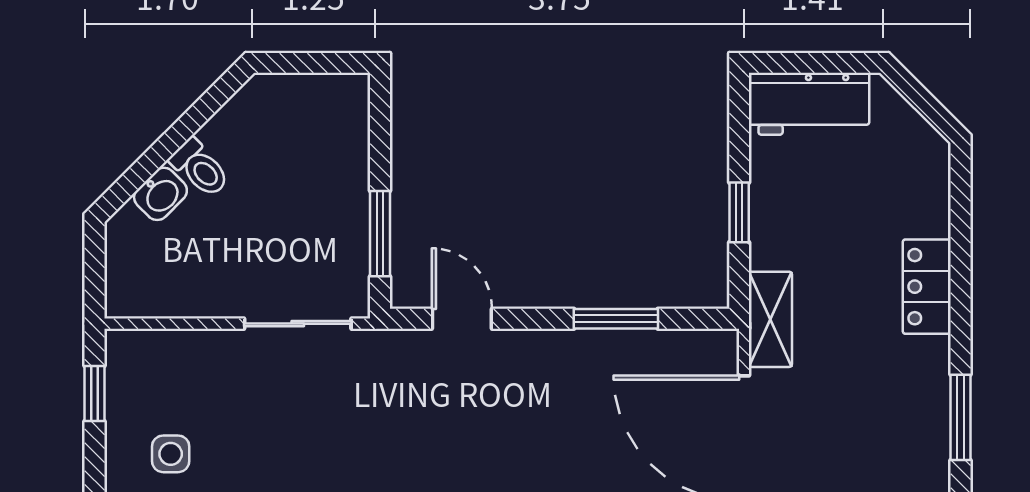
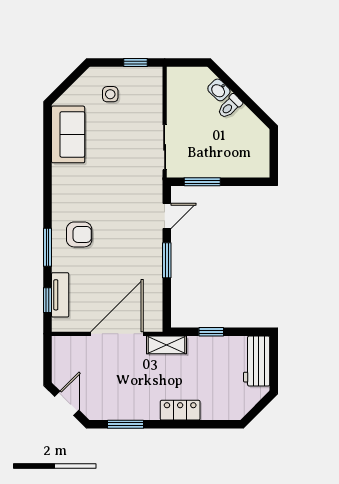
window: (616, 319) -> (167, 260), moved

